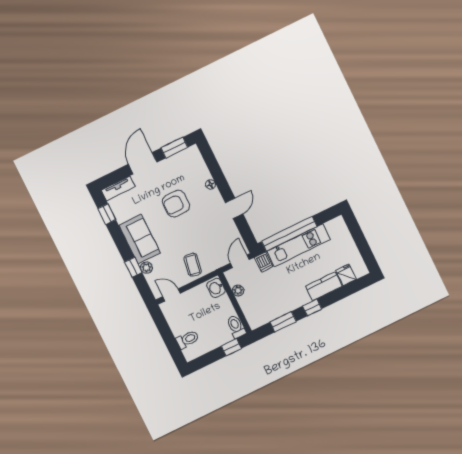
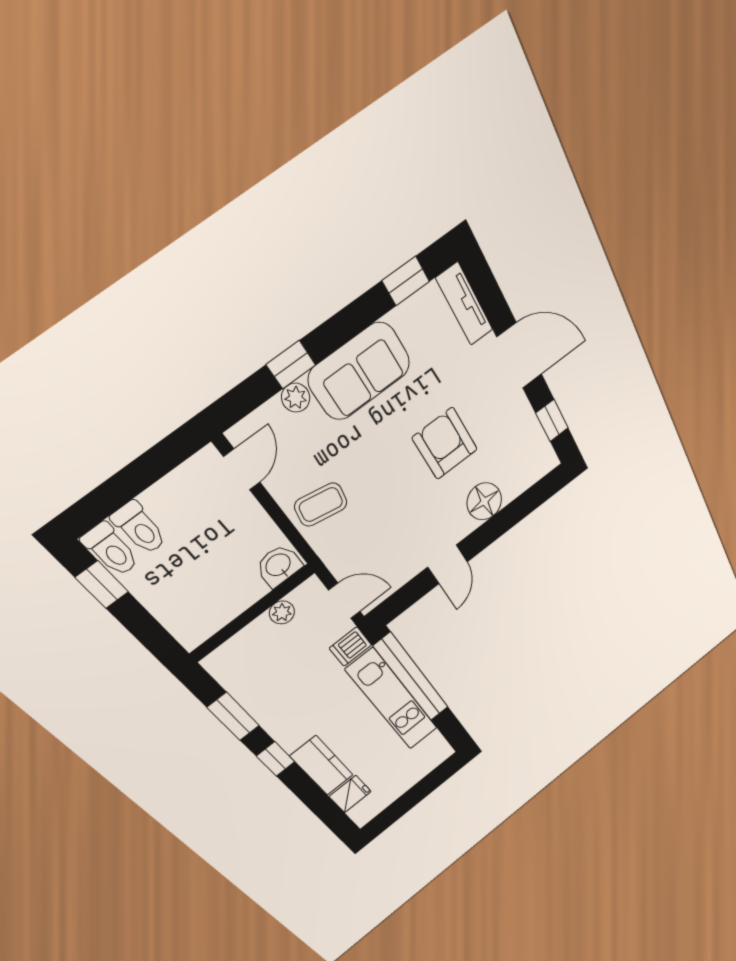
window: (174, 148) -> (552, 421), width x0.67
floor lamp: (211, 184) -> (484, 501), width x1.89, depth x1.89
door: (234, 208) -> (448, 564), hinge flipped
toilet: (236, 327) -> (111, 550), moved, turned 90
window: (231, 347) -> (102, 585), moved

